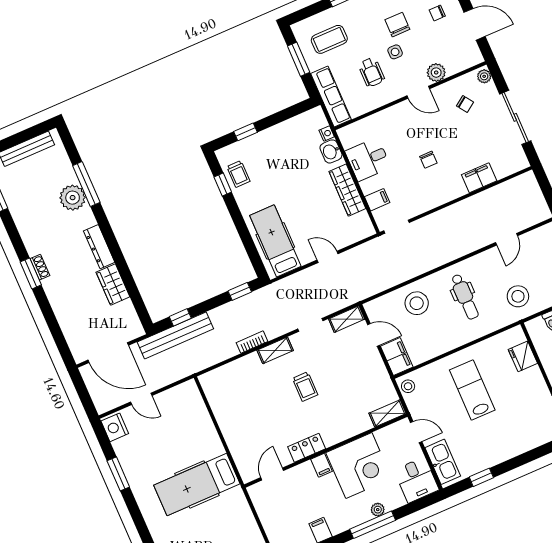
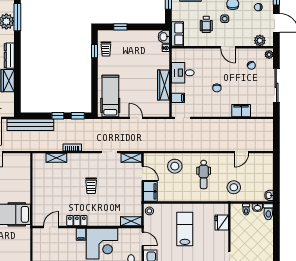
plant: (436, 73) -> (260, 41), moved
row of seats: (331, 97) -> (177, 34), width x0.68
washbasin: (331, 151) -> (164, 37), moved
window: (180, 317) -> (58, 116), moved
shelving: (275, 350) -> (56, 158), moved

